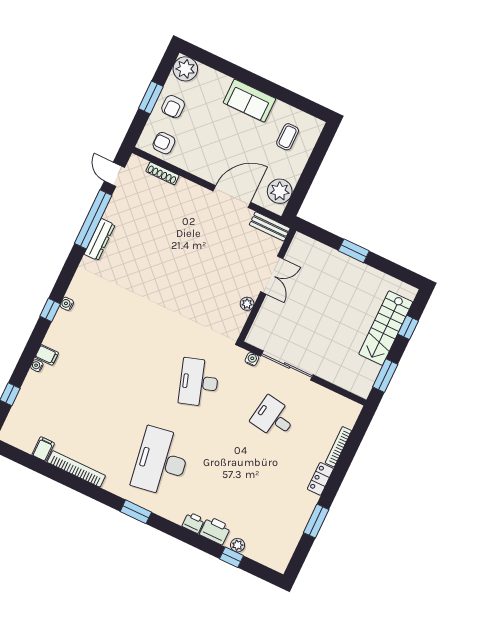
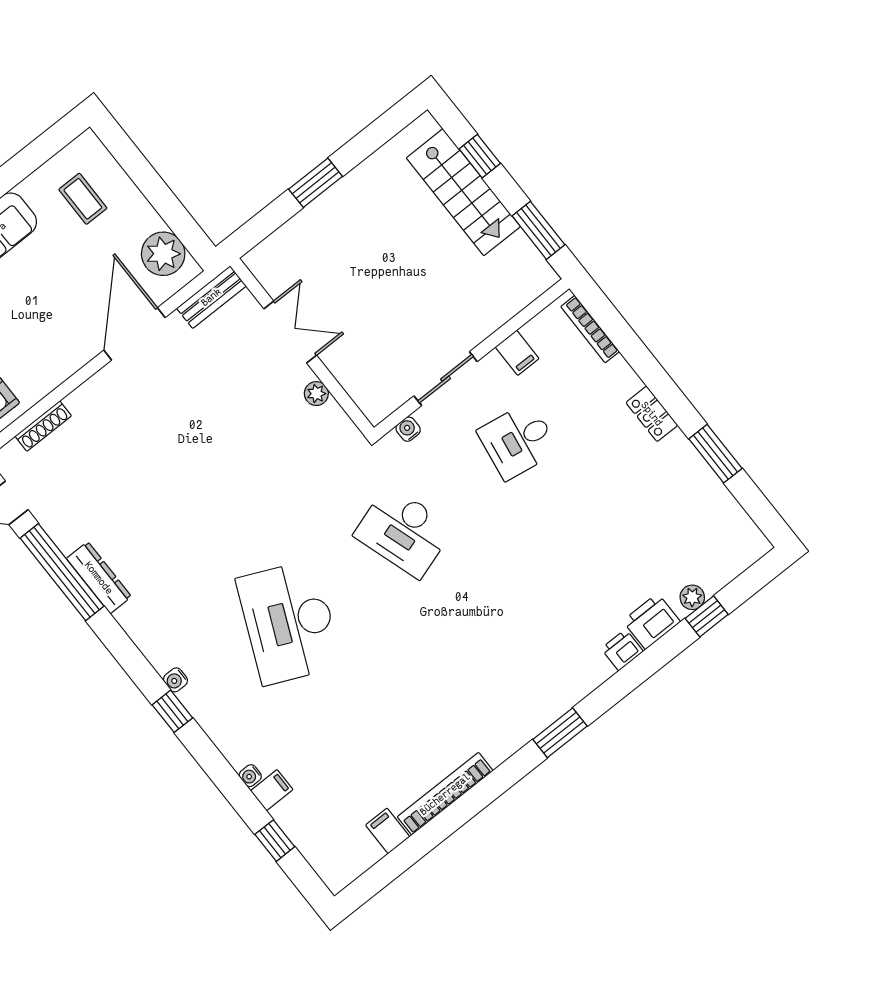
filing cabinet: (47, 355) -> (272, 790), moved
sliding door: (287, 366) -> (446, 379), width x0.73
filing cabinet: (318, 395) -> (517, 353), added
bookcase: (338, 447) -> (590, 329), moved
desk: (161, 462) -> (289, 622), moved, turned 33

